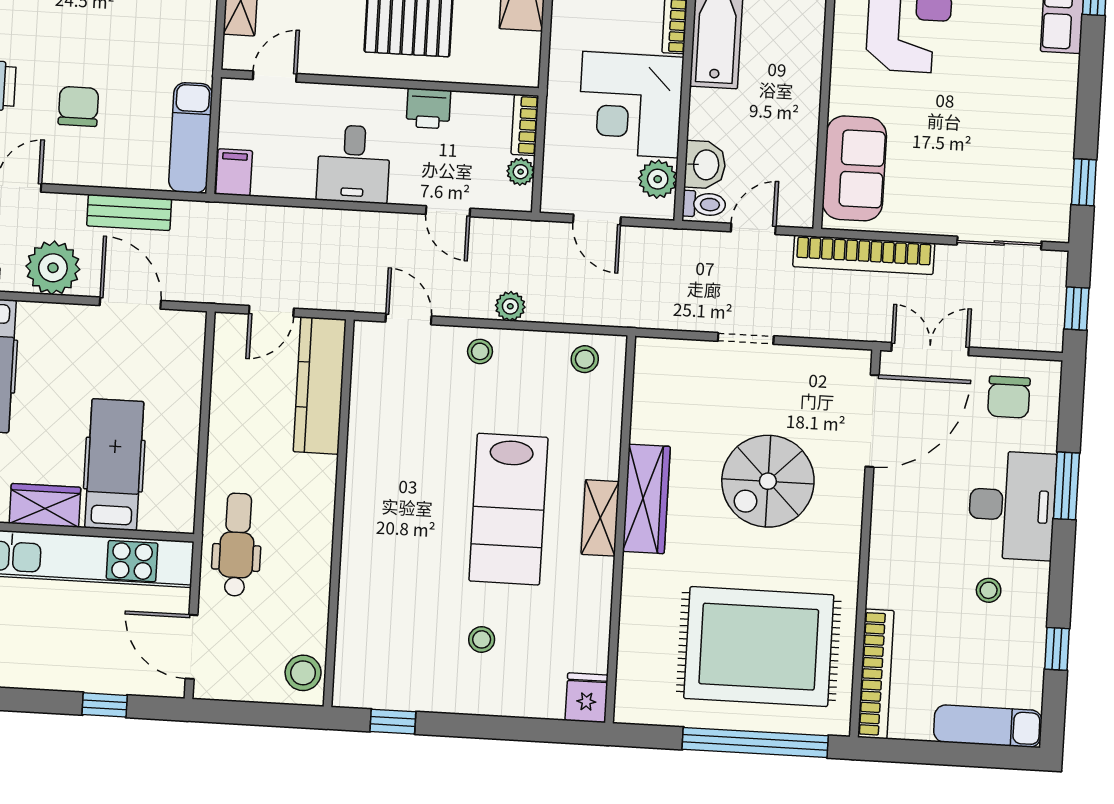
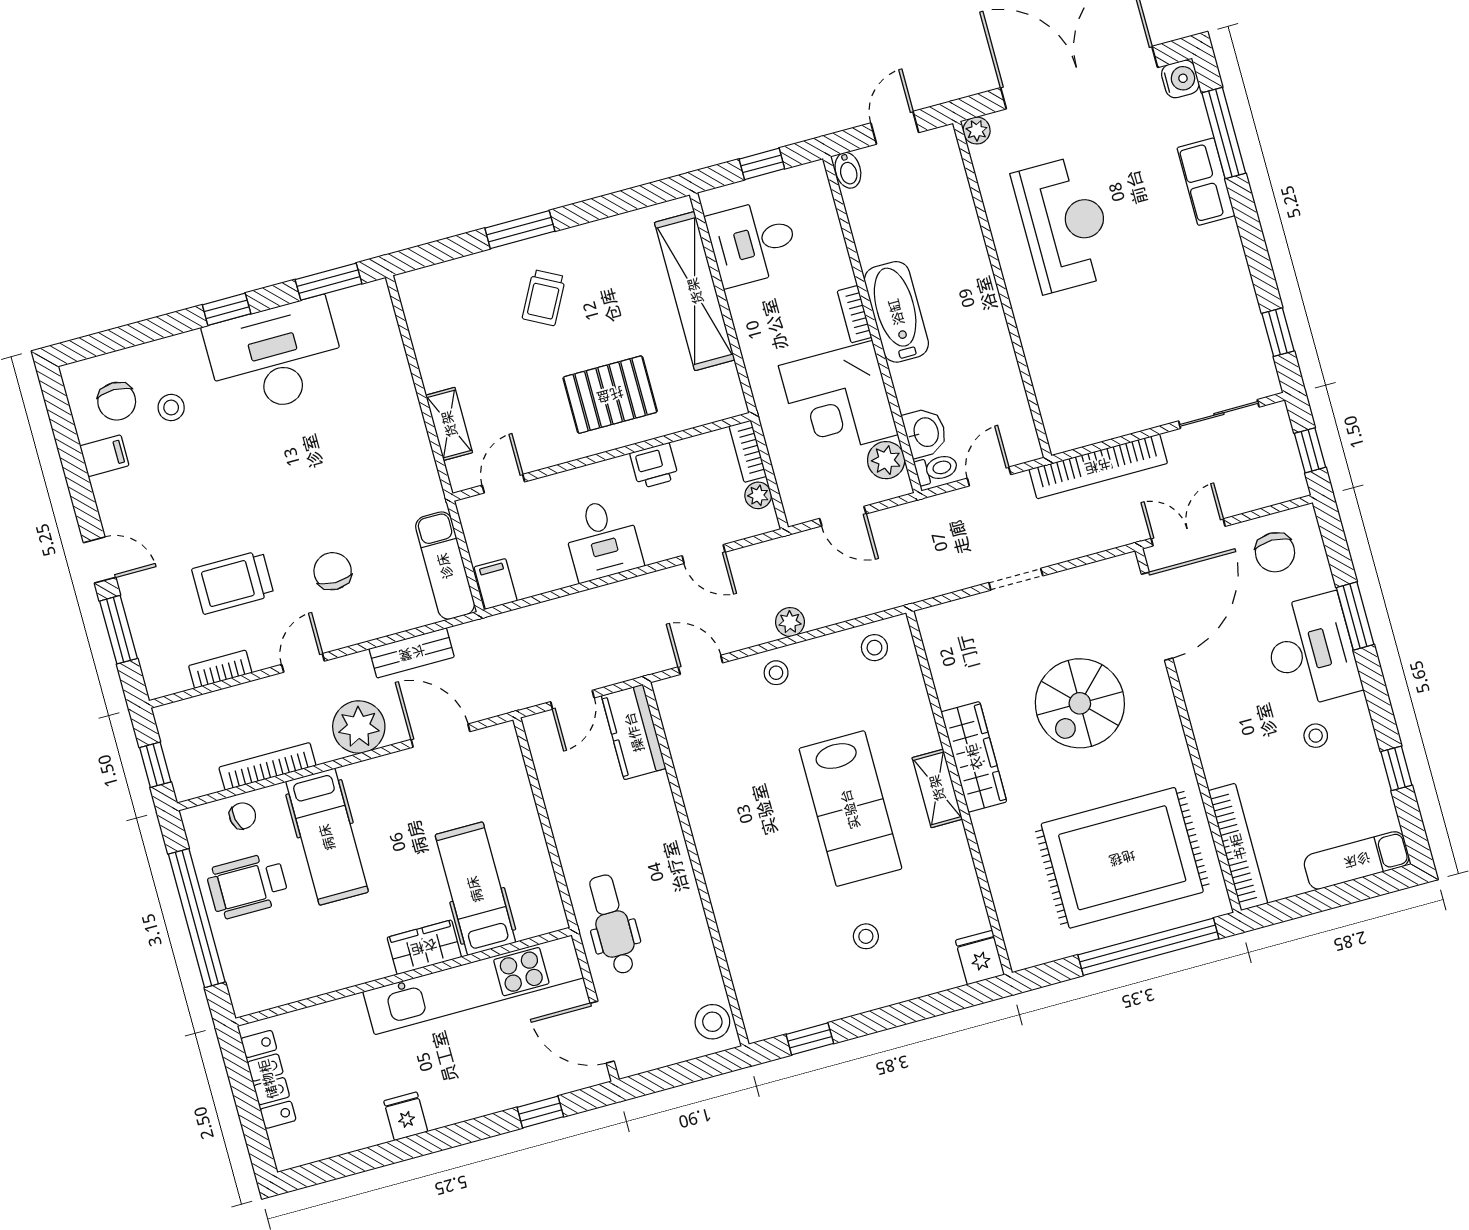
sofa: (854, 168) -> (1063, 390), removed
kitchen counter: (320, 385) -> (634, 732), width x0.67

